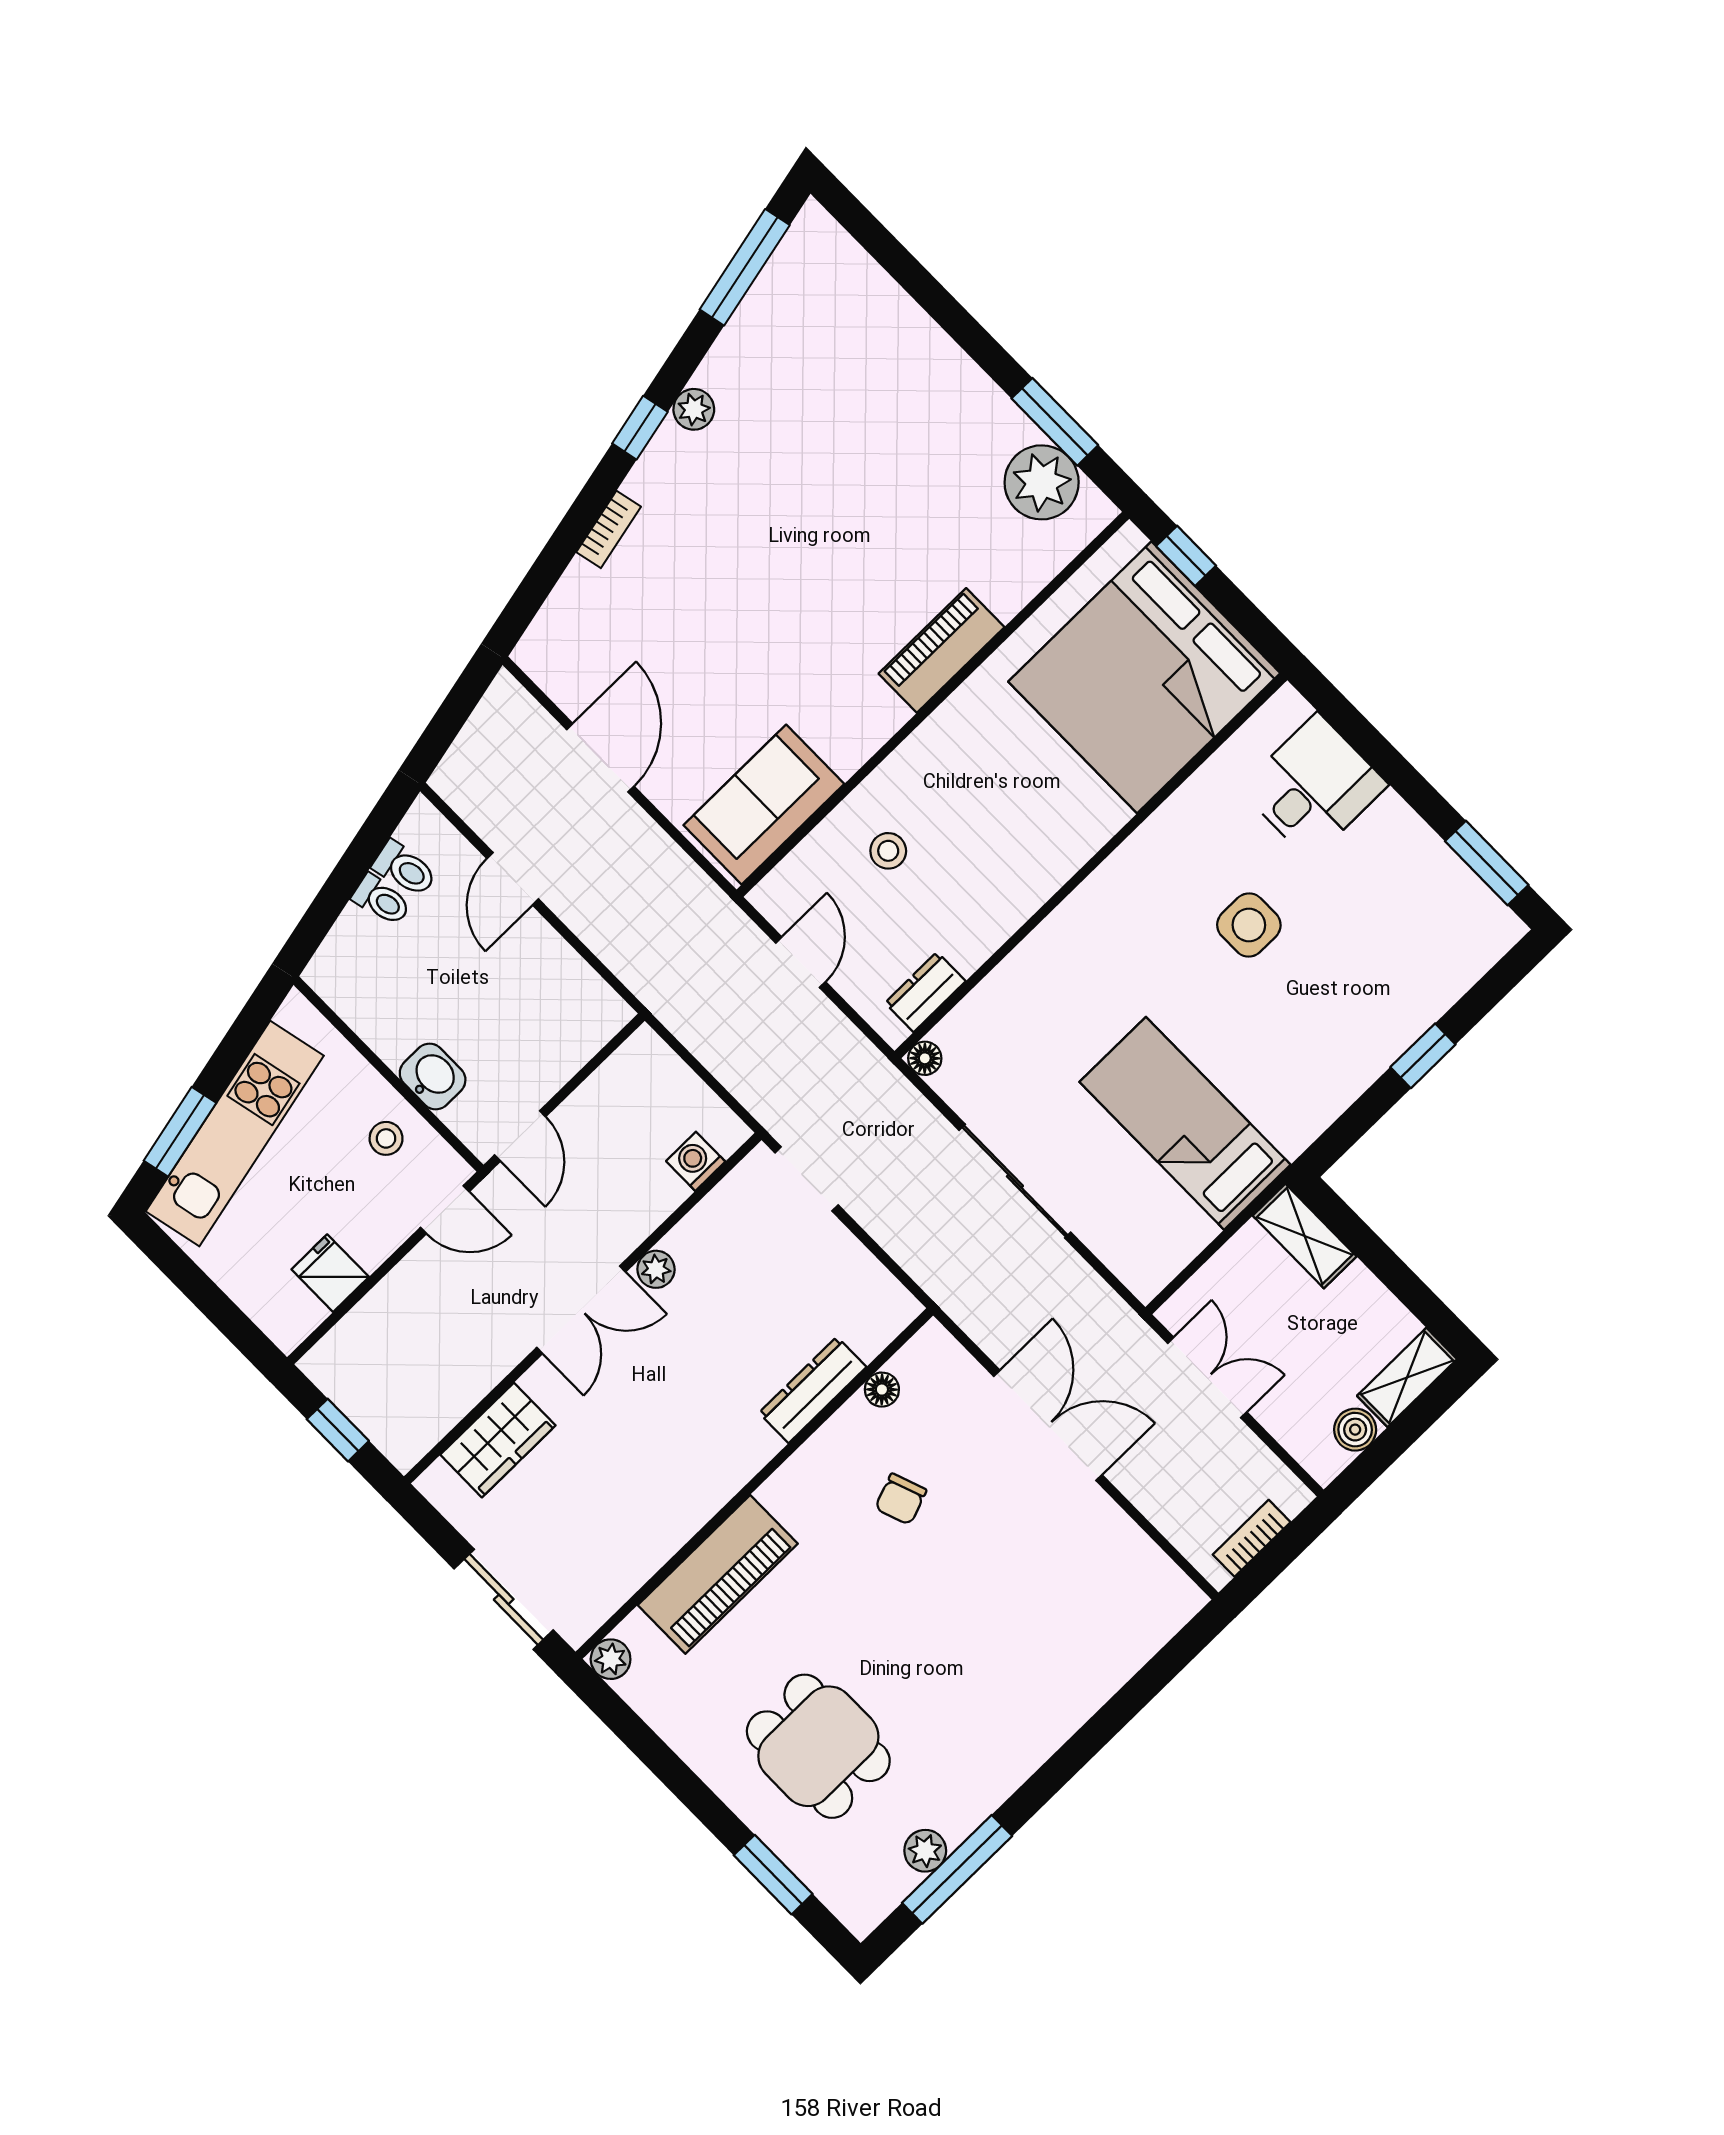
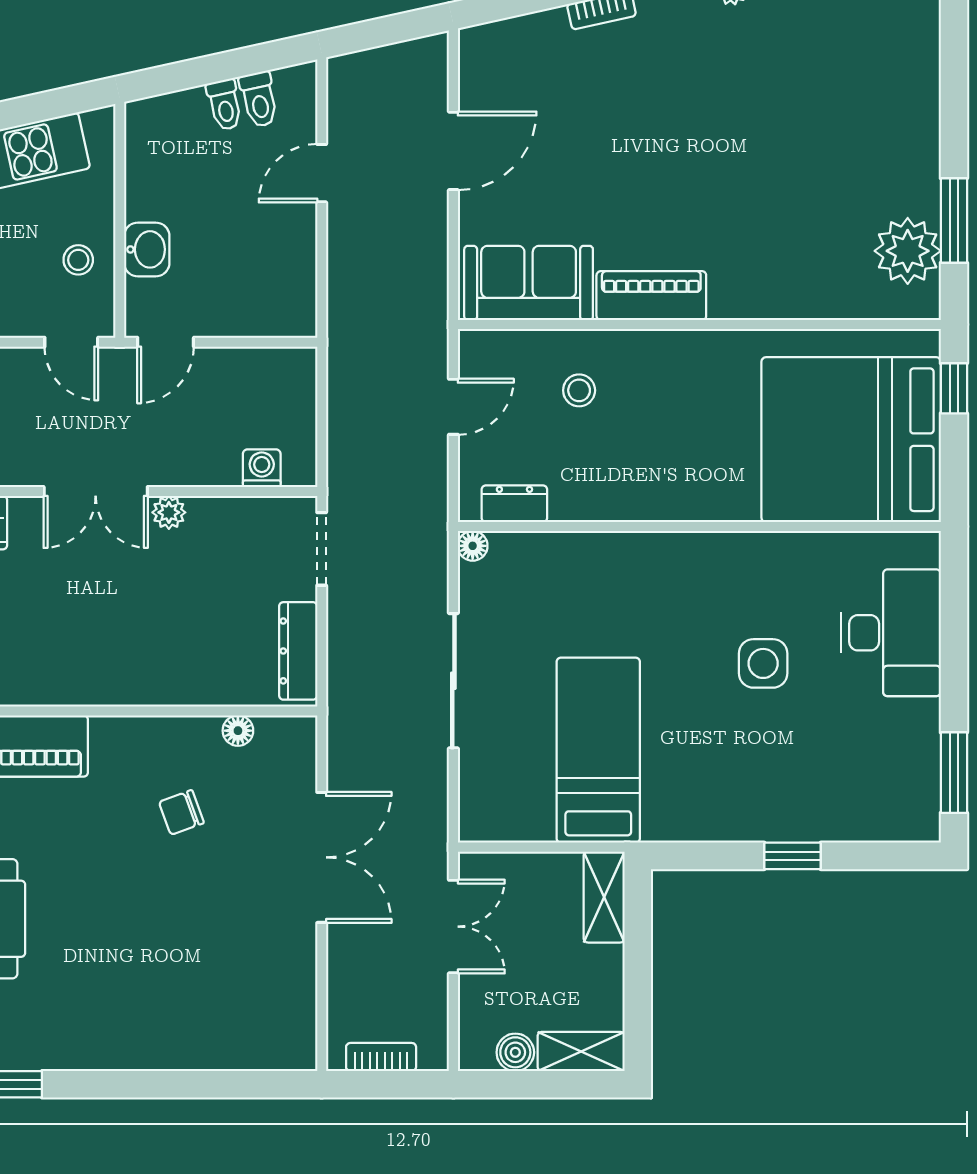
piano: (942, 650) -> (651, 296), moved
desk: (1314, 787) -> (891, 633), width x1.37
dresser: (813, 1390) -> (298, 651), moved, turned -90

